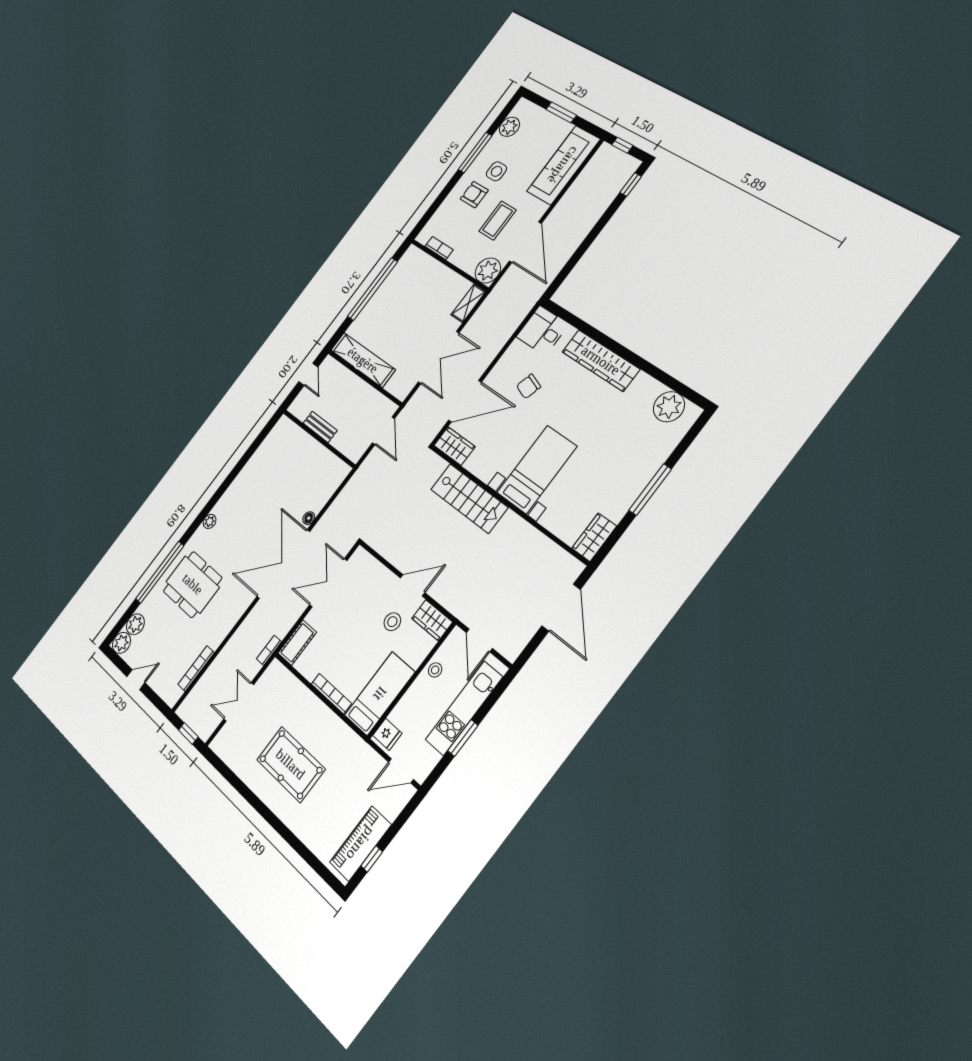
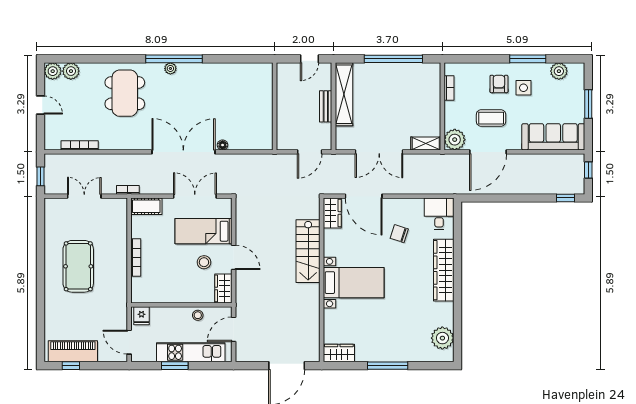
bench: (320, 427) -> (326, 106), moved
window: (160, 572) -> (174, 59), moved
bed: (380, 694) -> (203, 231), moved, turned 180

